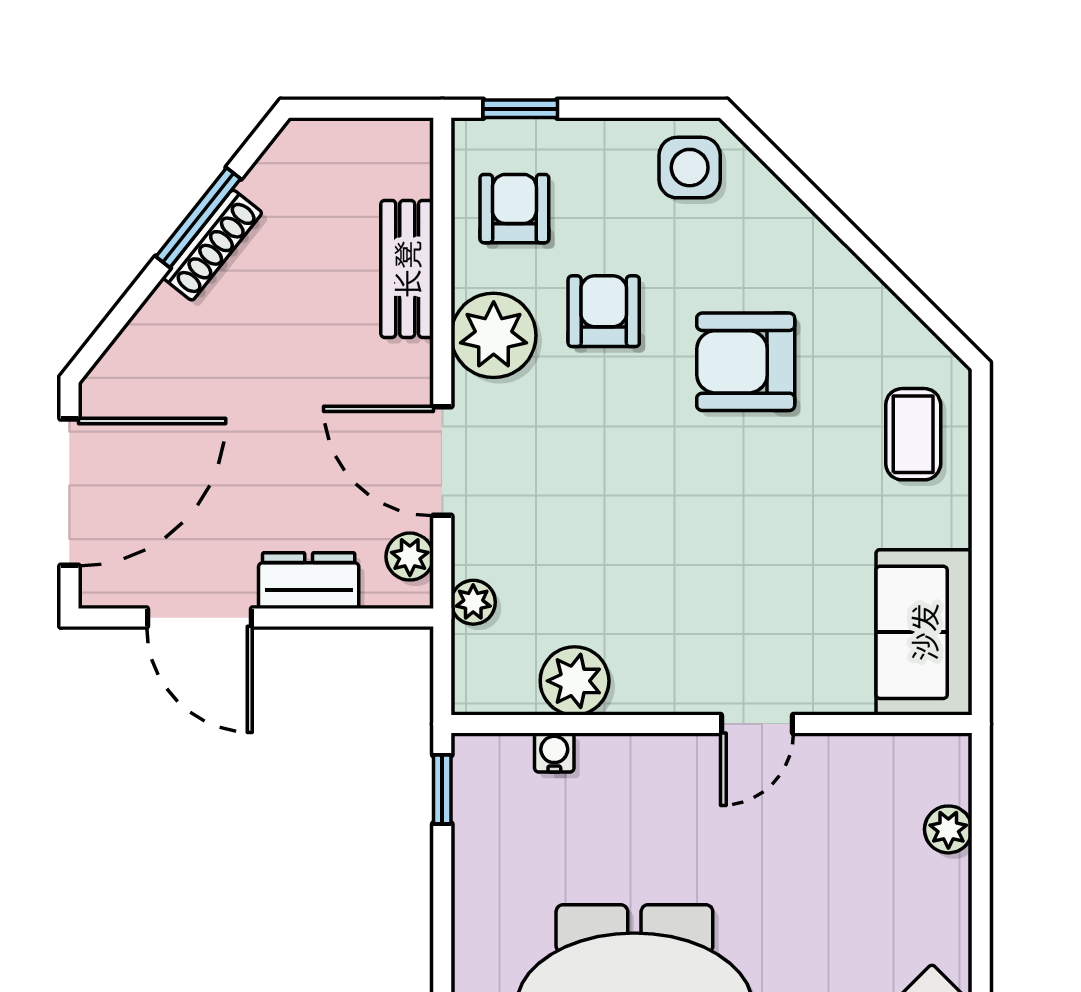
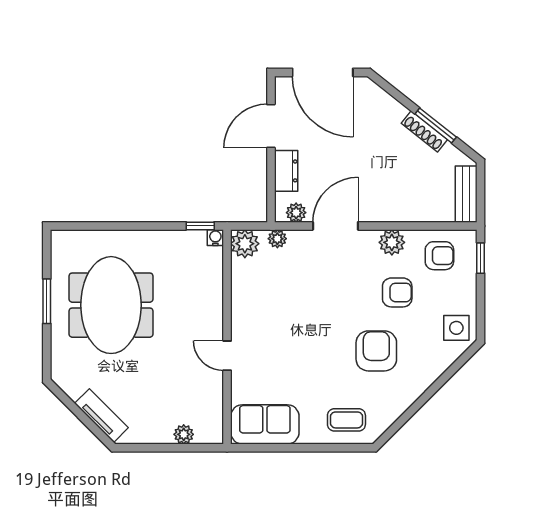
bench: (407, 269) -> (466, 194), moved, turned 90
plant: (494, 335) -> (392, 242), width x0.73, depth x0.73
plant: (575, 681) -> (245, 244), moved
water cooler: (554, 753) -> (215, 238), moved, turned -90

